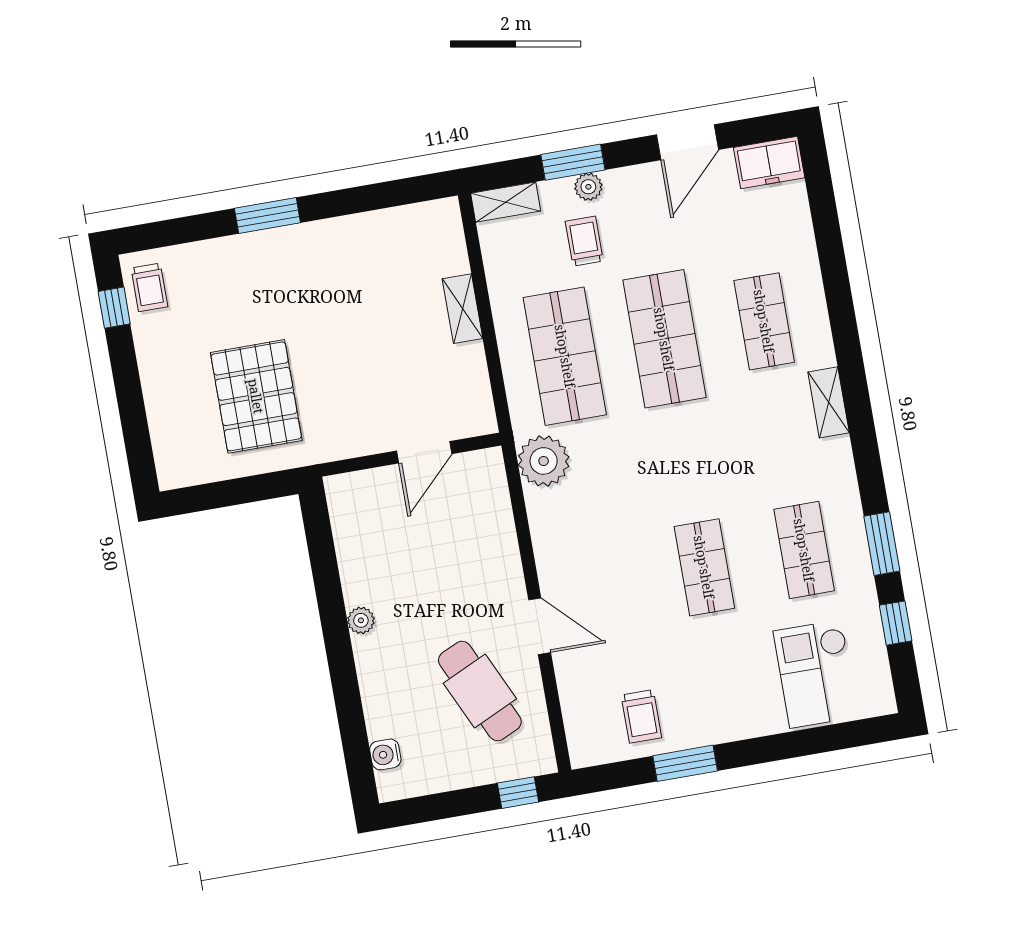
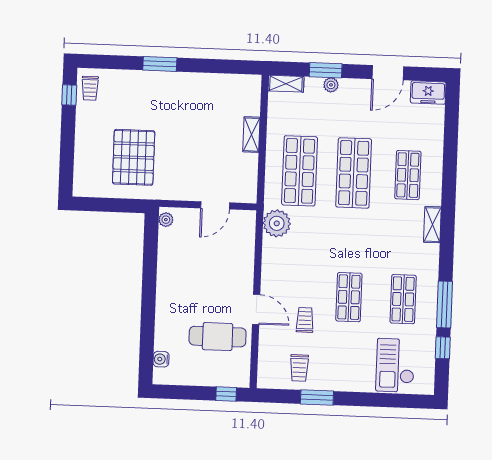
trolley: (584, 241) -> (305, 320), moved
window: (882, 544) -> (444, 305), width x1.44
plant: (361, 620) -> (166, 220), moved
cafe table: (480, 691) -> (218, 337), turned -65

